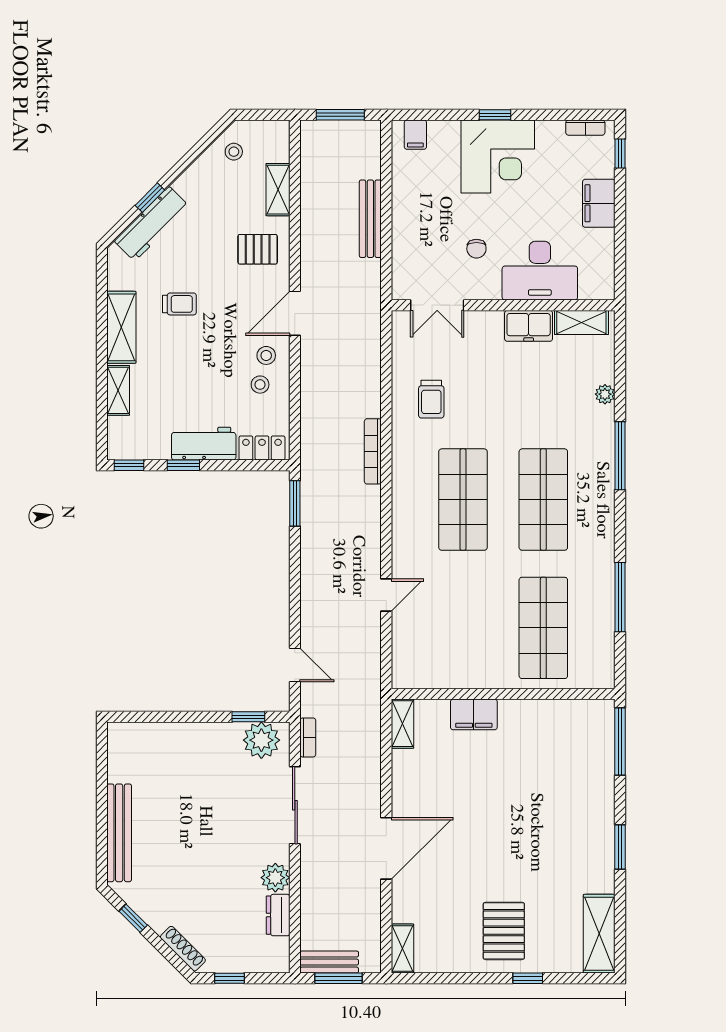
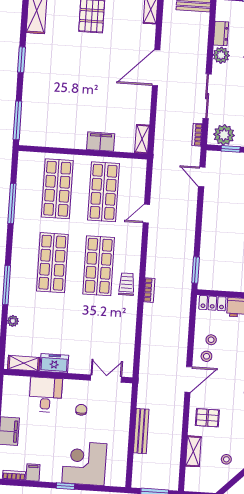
filing cabinet: (415, 135) -> (33, 472), moved
stool: (234, 152) -> (226, 459), moved
corner desk: (498, 156) -> (84, 463), moved
desk: (540, 271) -> (46, 395), width x0.73
trolley: (431, 399) -> (127, 284), moved
bookcase: (373, 451) -> (149, 290), width x0.64
shop shelf: (463, 628) -> (104, 192), added

